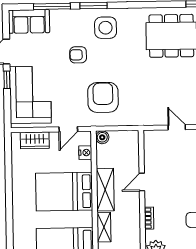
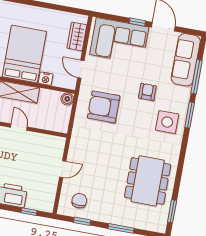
sofa: (29, 21) -> (186, 60), width x1.36
armchair: (103, 97) -> (104, 107), turned 180
nightstand: (85, 153) -> (46, 79), moved

